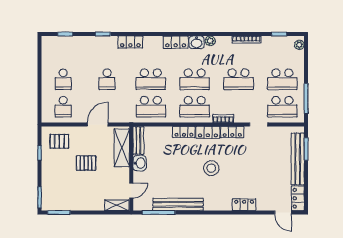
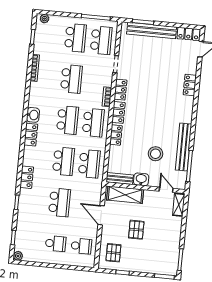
plant: (210, 41) -> (18, 256), moved
school desk: (107, 79) -> (60, 202), width x1.85
stool: (211, 168) -> (155, 154), moved

